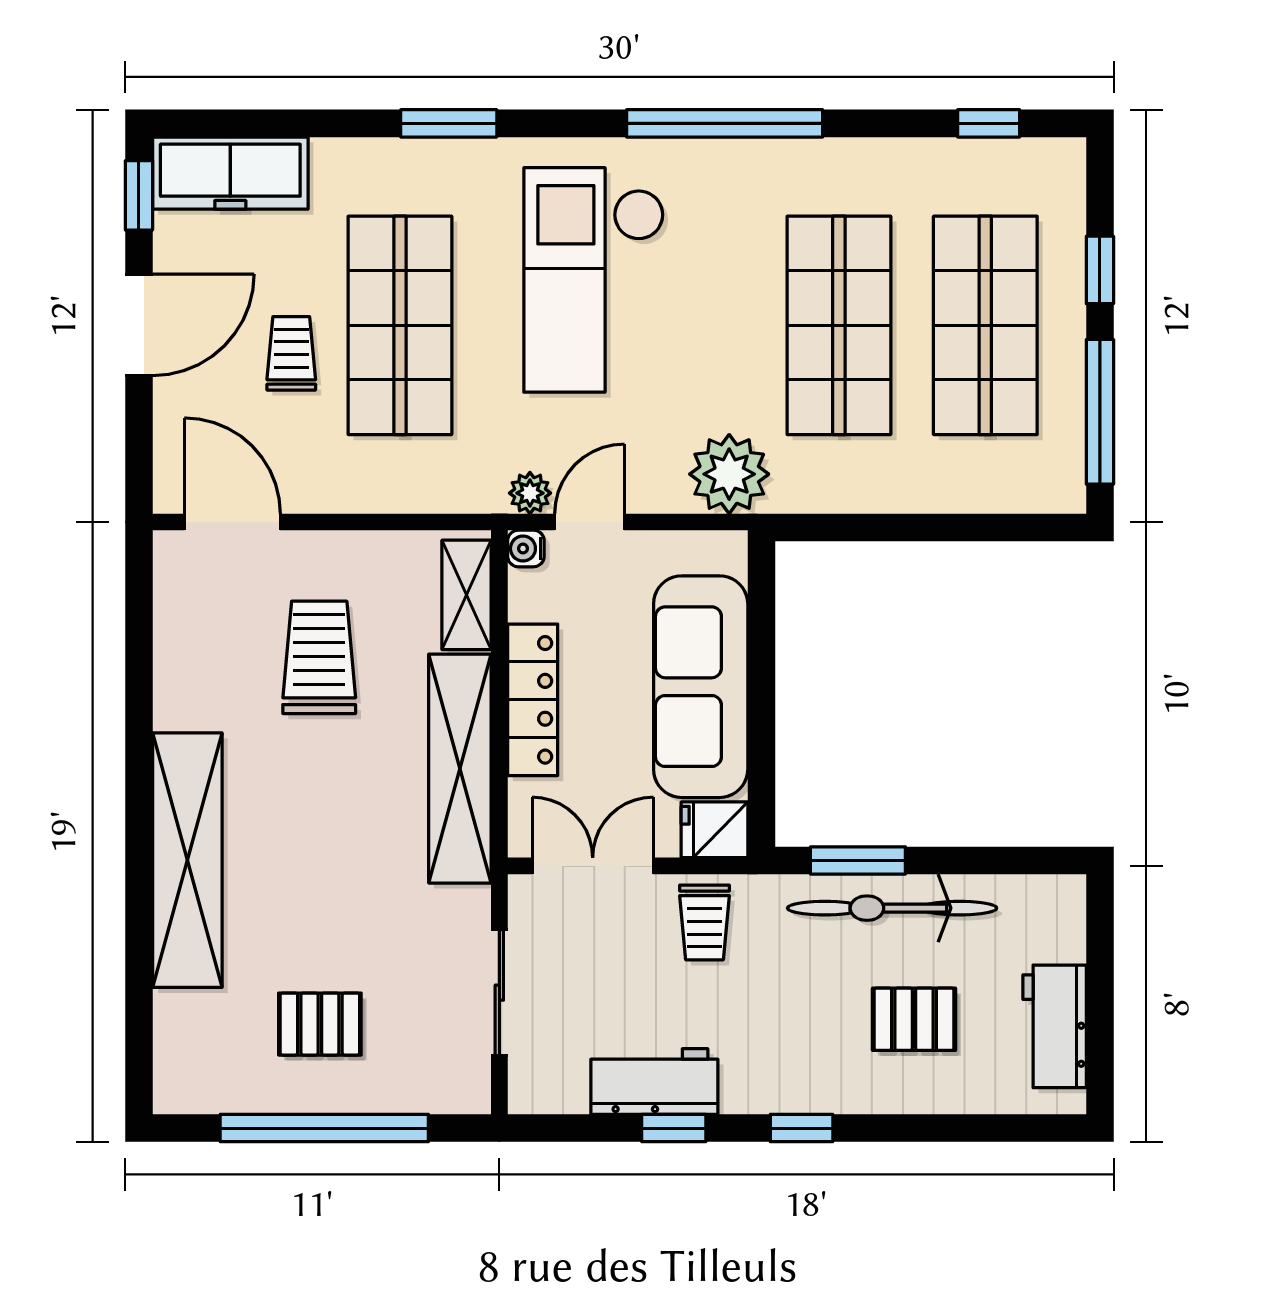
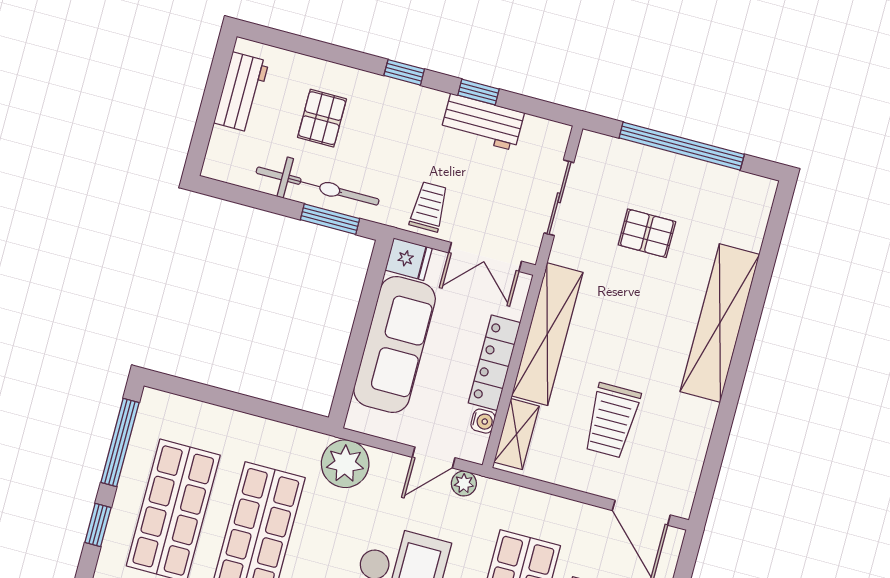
water cooler: (526, 548) -> (483, 421), moved
pallet: (914, 1019) -> (322, 118), turned 90
pallet: (320, 1024) -> (647, 233), moved

